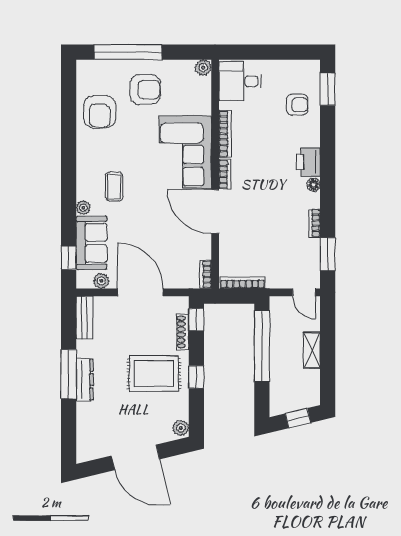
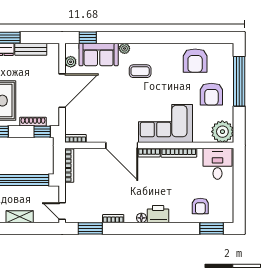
plant: (203, 68) -> (222, 132), width x1.87, depth x1.87
armchair: (100, 112) -> (195, 61), turned -90
door: (215, 212) -> (122, 145), swing flipped
door: (304, 292) -> (62, 211), hinge flipped
bench: (84, 318) -> (31, 49), moved

